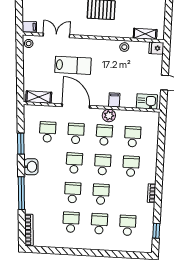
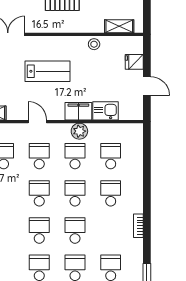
fridge: (156, 48) -> (134, 62), moved
lab bench: (73, 65) -> (47, 71), moved
filing cabinet: (114, 100) -> (78, 111), width x2.00
kitchen sink: (147, 101) -> (106, 111), moved
door: (76, 106) -> (37, 122), width x0.53

